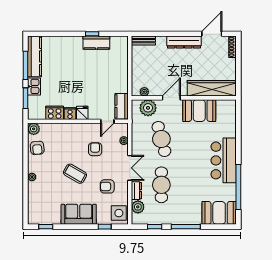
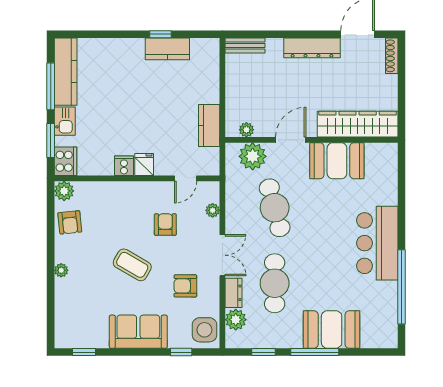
kitchen counter: (122, 106) -> (209, 126), moved
cooker: (55, 113) -> (65, 161), moved, turned 90
booth: (219, 213) -> (332, 330), moved

